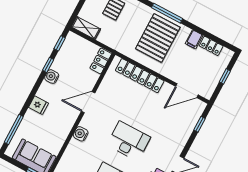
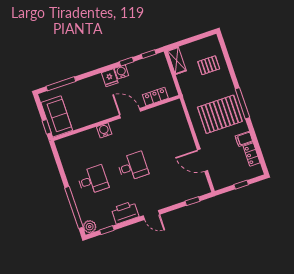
locker: (101, 61) -> (155, 97), moved
locker: (140, 76) -> (183, 129), removed
door: (187, 91) -> (202, 160), moved
fridge: (38, 105) -> (110, 78), moved
desk: (129, 141) -> (133, 167), width x0.73

